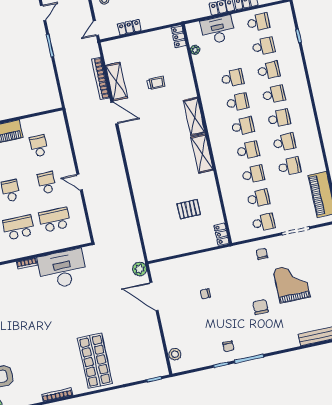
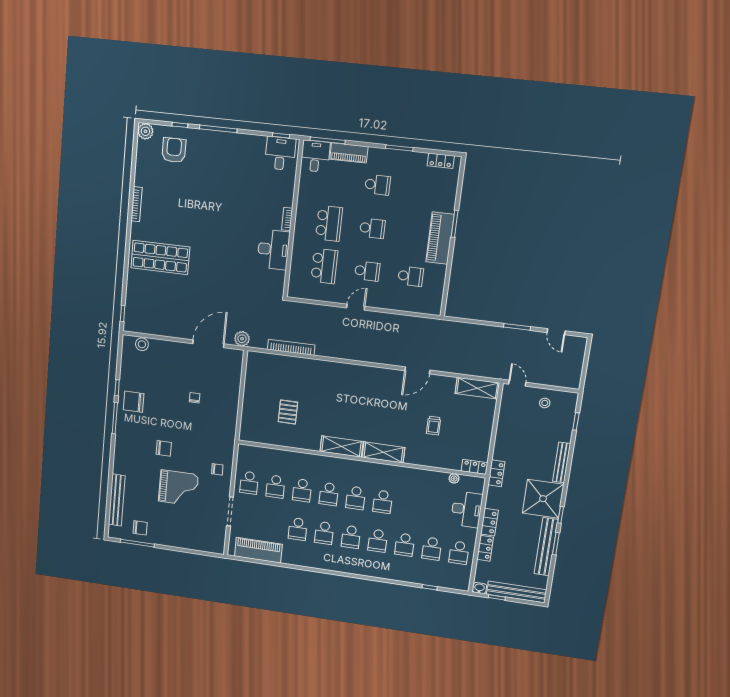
locker: (129, 27) -> (496, 473), moved
school desk: (232, 78) -> (410, 506), removed
bookcase: (101, 79) -> (291, 347), moved
shelving: (117, 82) -> (477, 388), moved
locker: (221, 234) -> (251, 436), removed
desk: (62, 269) -> (273, 250), width x0.73, depth x0.77
chair: (228, 346) -> (134, 402), width x1.87, depth x1.87

